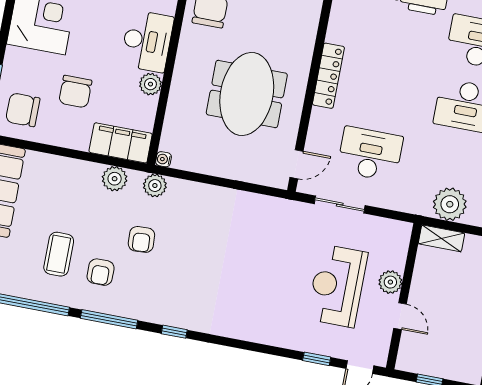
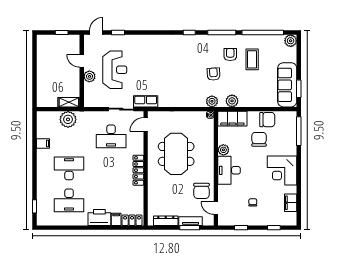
chair: (23, 110) -> (267, 120), moved
row of seats: (288, 211) -> (146, 101), added

